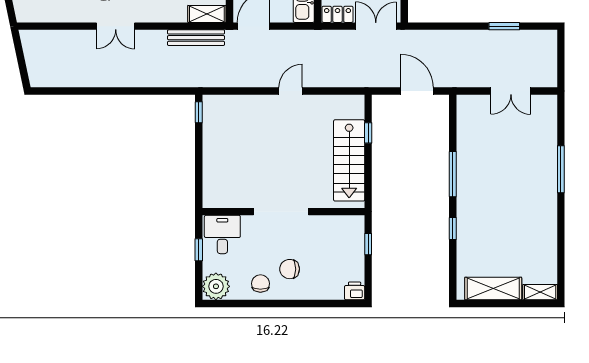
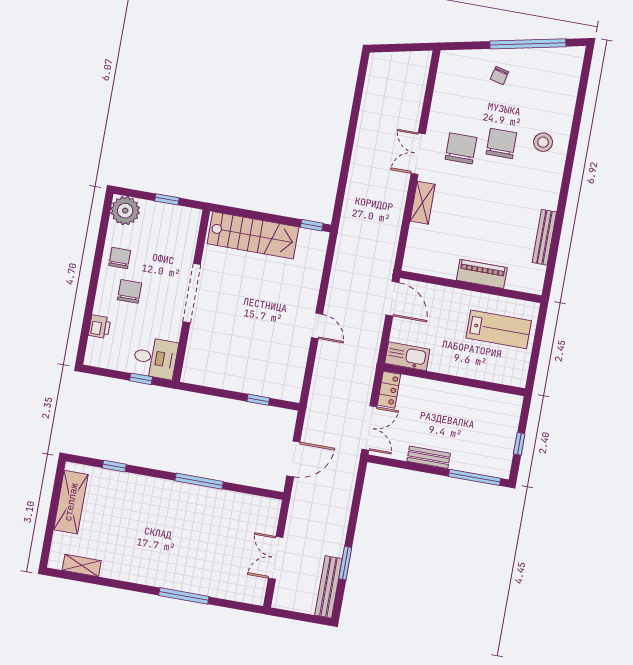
shelving: (207, 14) -> (423, 203), moved
bench: (196, 38) -> (328, 587), moved
stairs: (349, 160) -> (253, 235), moved, turned 180
window: (453, 229) -> (114, 466), moved
desk: (222, 234) -> (155, 358), moved
chair: (260, 284) -> (120, 258), turned -90
printer: (355, 291) -> (100, 327), moved
shelving: (540, 292) -> (82, 565), moved, turned 90

